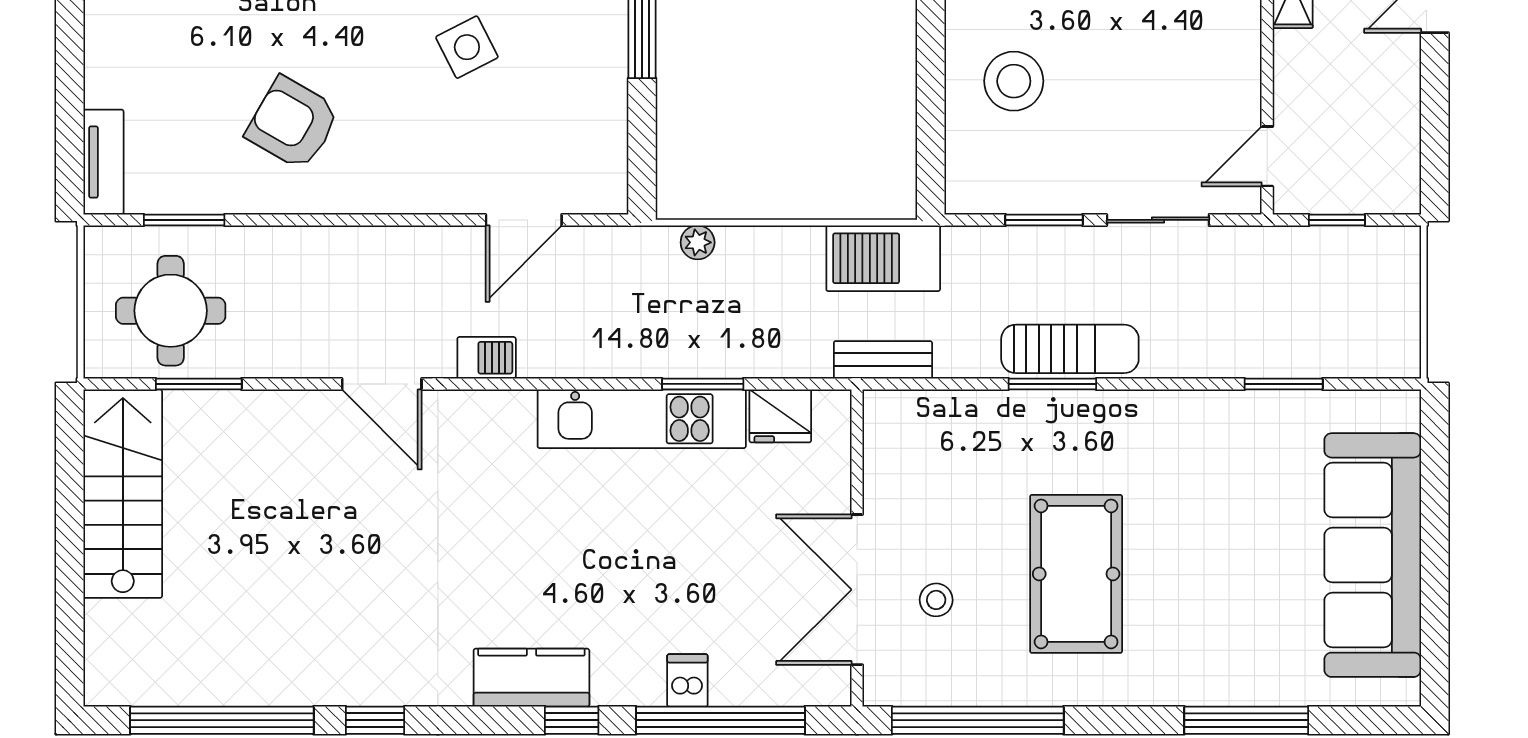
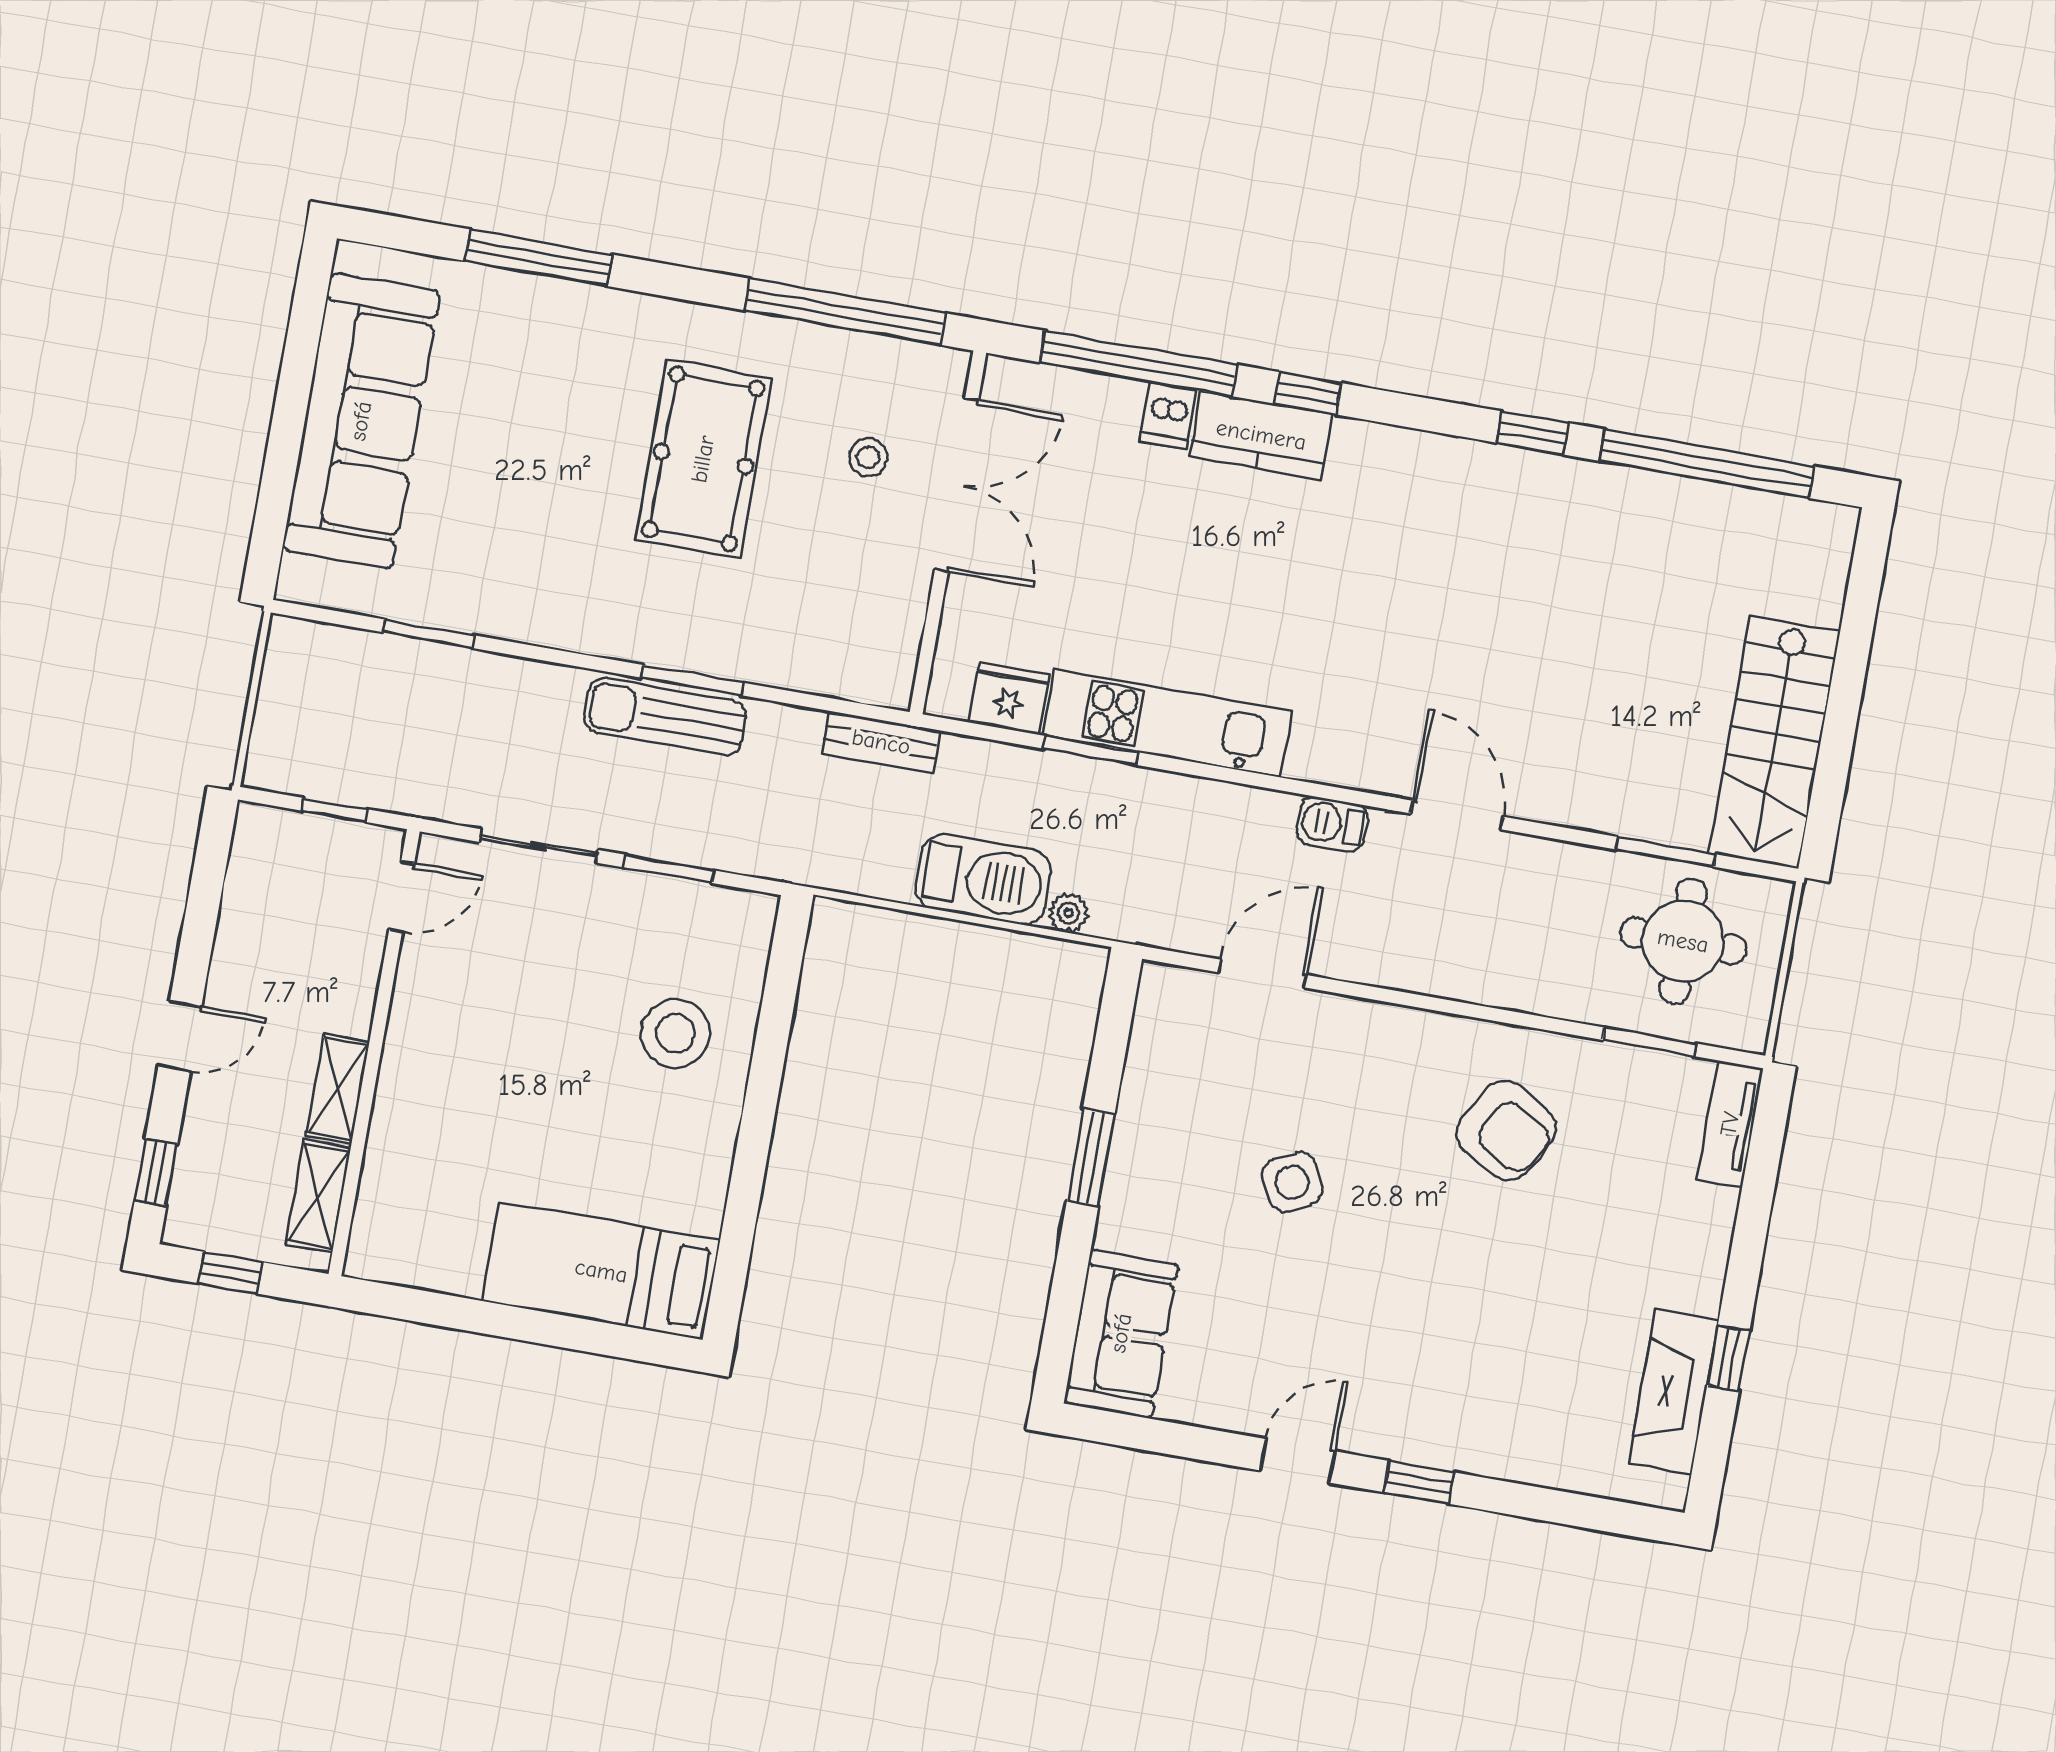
barbecue: (883, 258) -> (983, 879), moved
kitchen counter: (531, 678) -> (1261, 435), moved

